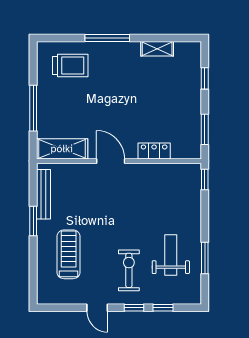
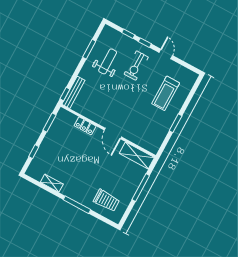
trolley: (70, 65) -> (106, 200), turned 180
bench: (43, 194) -> (73, 92), moved
weight bench: (171, 255) -> (108, 61), turned 180

